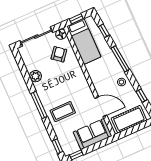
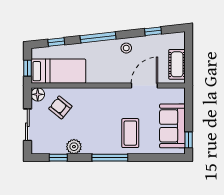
sliding door: (36, 37) -> (27, 125), width x0.73
cot: (129, 119) -> (177, 64), width x0.73, depth x0.75
sofa: (93, 134) -> (172, 126), moved
window: (57, 146) -> (58, 158), moved

